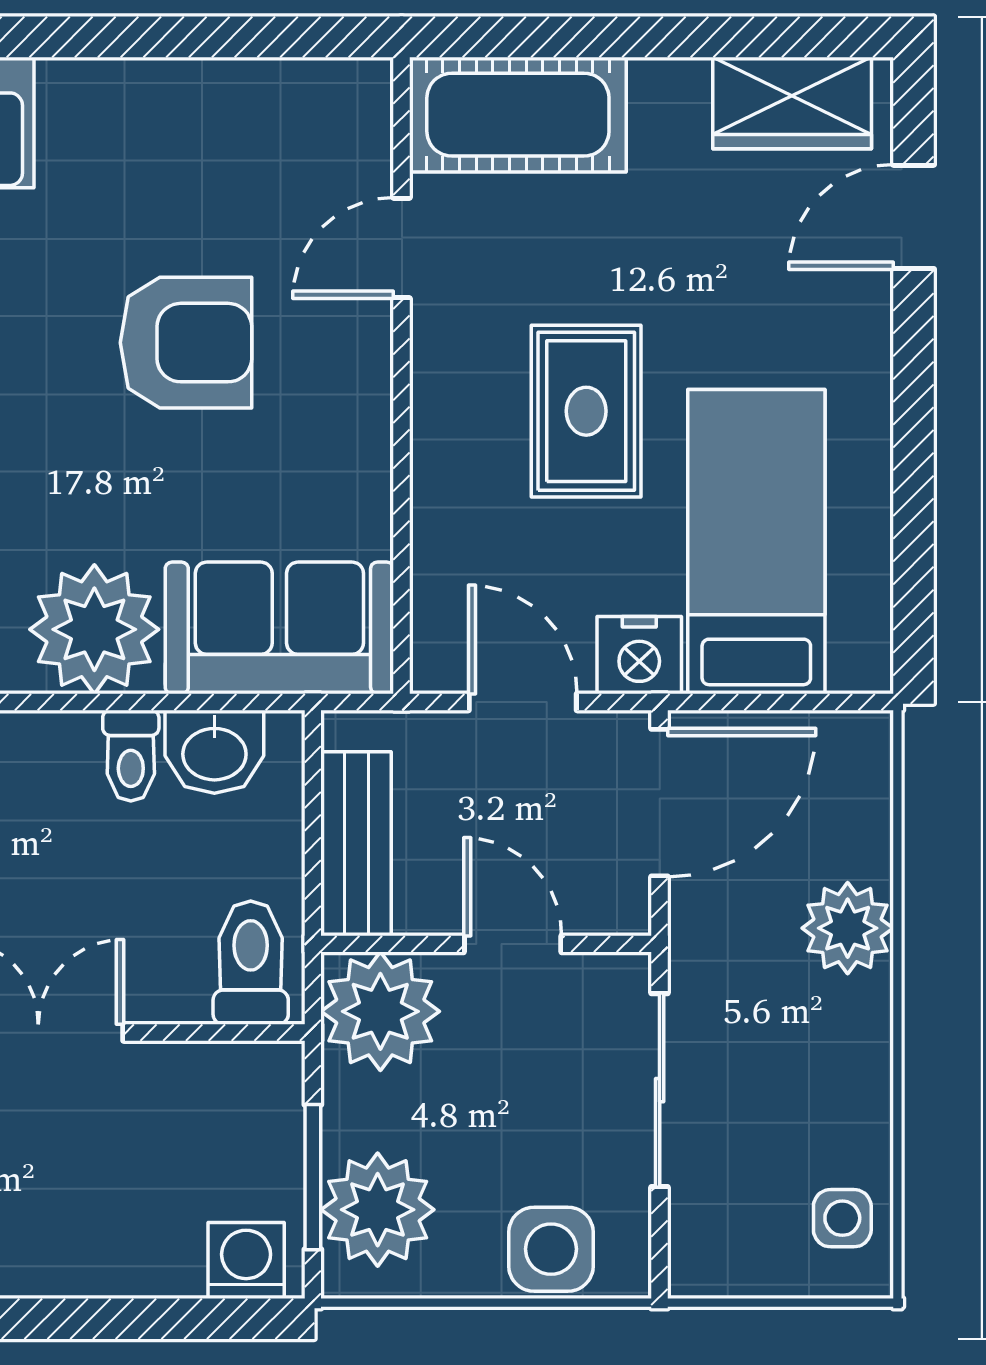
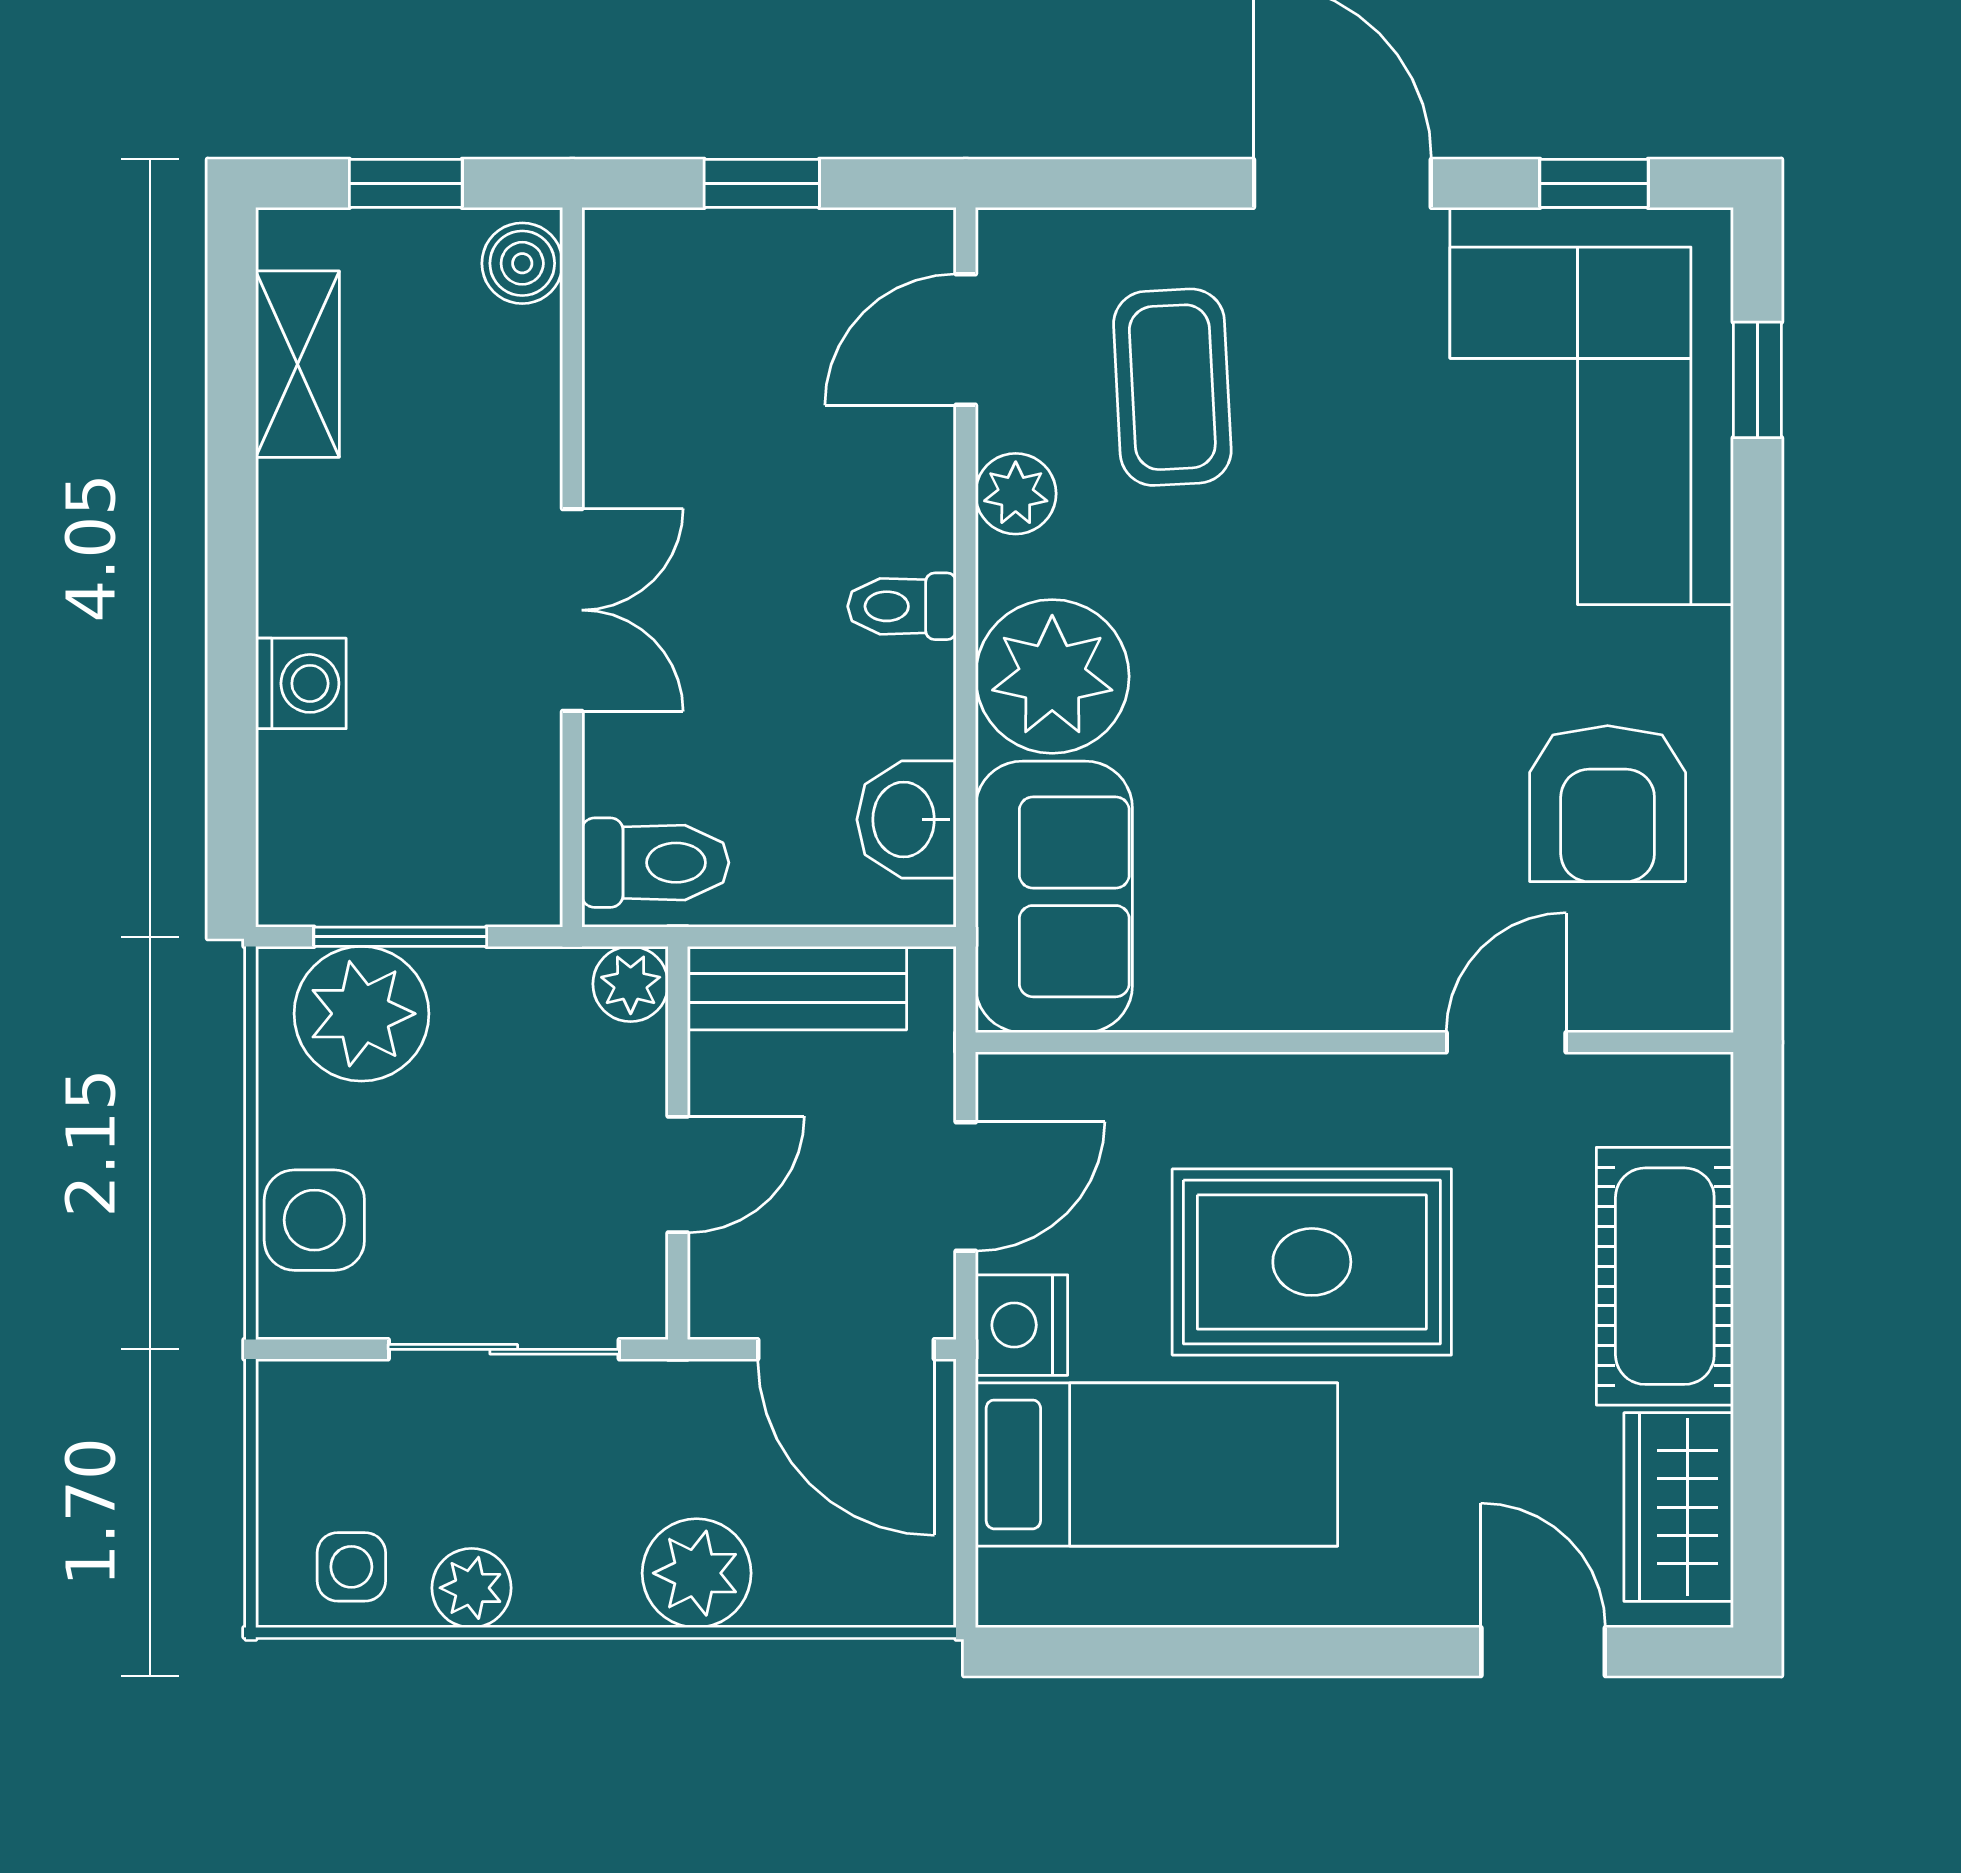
cot: (518, 115) -> (1665, 1276), moved
door: (402, 248) -> (1506, 1042), hinge flipped
armchair: (186, 343) -> (1608, 804), moved
rug: (586, 411) -> (1312, 1262), width x1.36, depth x1.43
toilet: (131, 756) -> (902, 606), moved
plant: (380, 1011) -> (631, 984), width x0.53, depth x0.53
plant: (860, 1117) -> (472, 1588), added
washing machine: (246, 1261) -> (301, 683), moved

